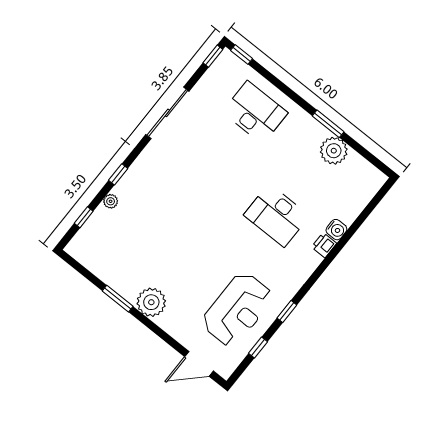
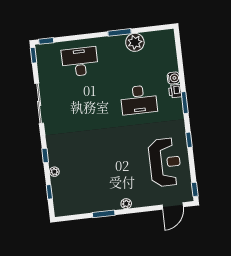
window: (322, 267) -> (185, 103), added
plant: (151, 302) -> (126, 204), width x0.53, depth x0.53
window: (258, 348) -> (195, 189), moved

